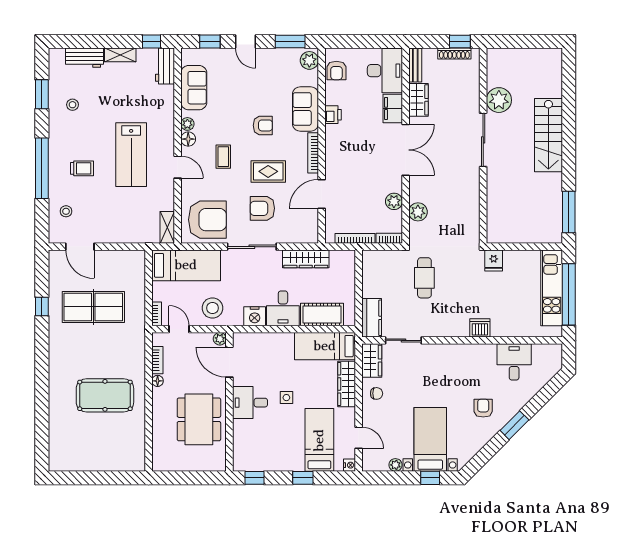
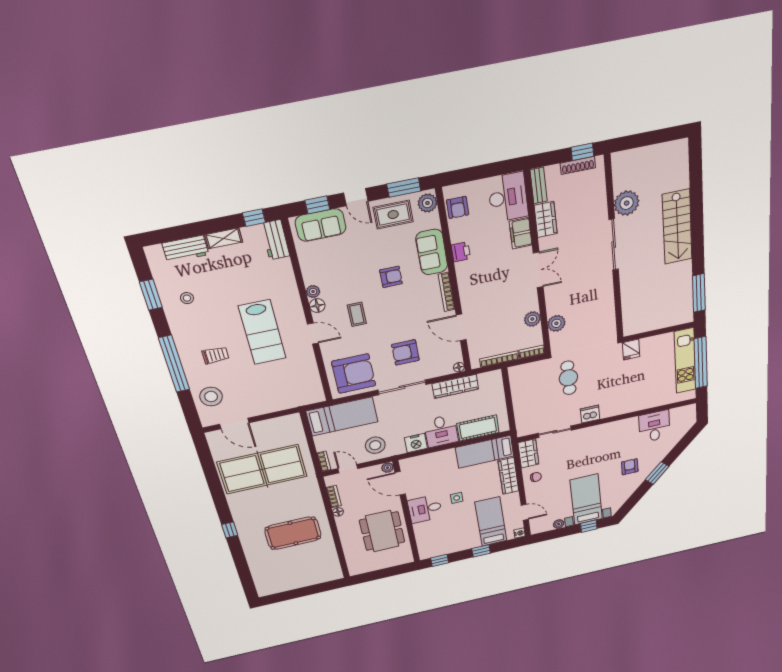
sofa: (194, 88) -> (321, 225), moved, turned 90
double door: (406, 150) -> (538, 270), width x0.73
rug: (268, 171) -> (393, 215), moved
door: (322, 194) -> (461, 327), hinge flipped
stool: (66, 211) -> (211, 397), width x1.89, depth x1.89
shelving: (167, 227) -> (316, 389), removed
floor lamp: (313, 238) -> (459, 367), added
window: (42, 307) -> (230, 530), moved
table tennis table: (93, 307) -> (262, 469), width x1.36, depth x1.32
kitchen counter: (372, 318) -> (524, 421), removed
dishwasher: (480, 328) -> (590, 414), moved

